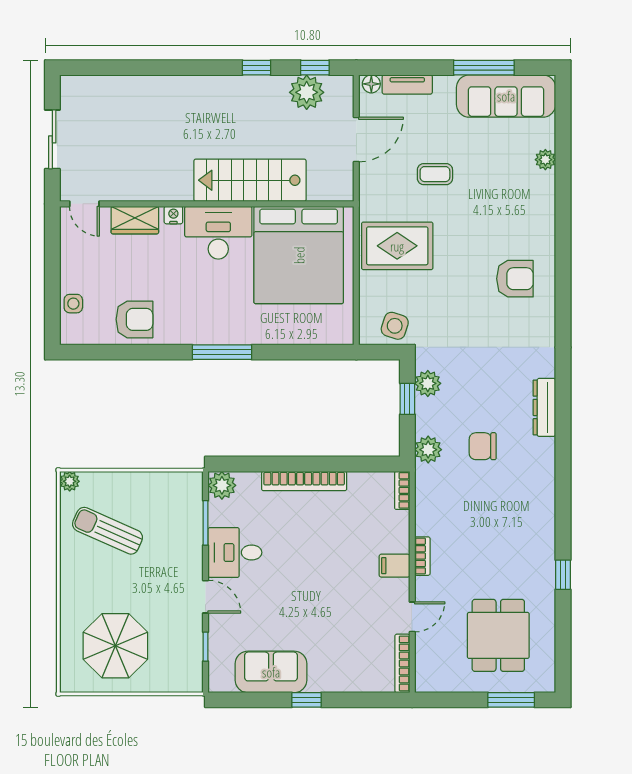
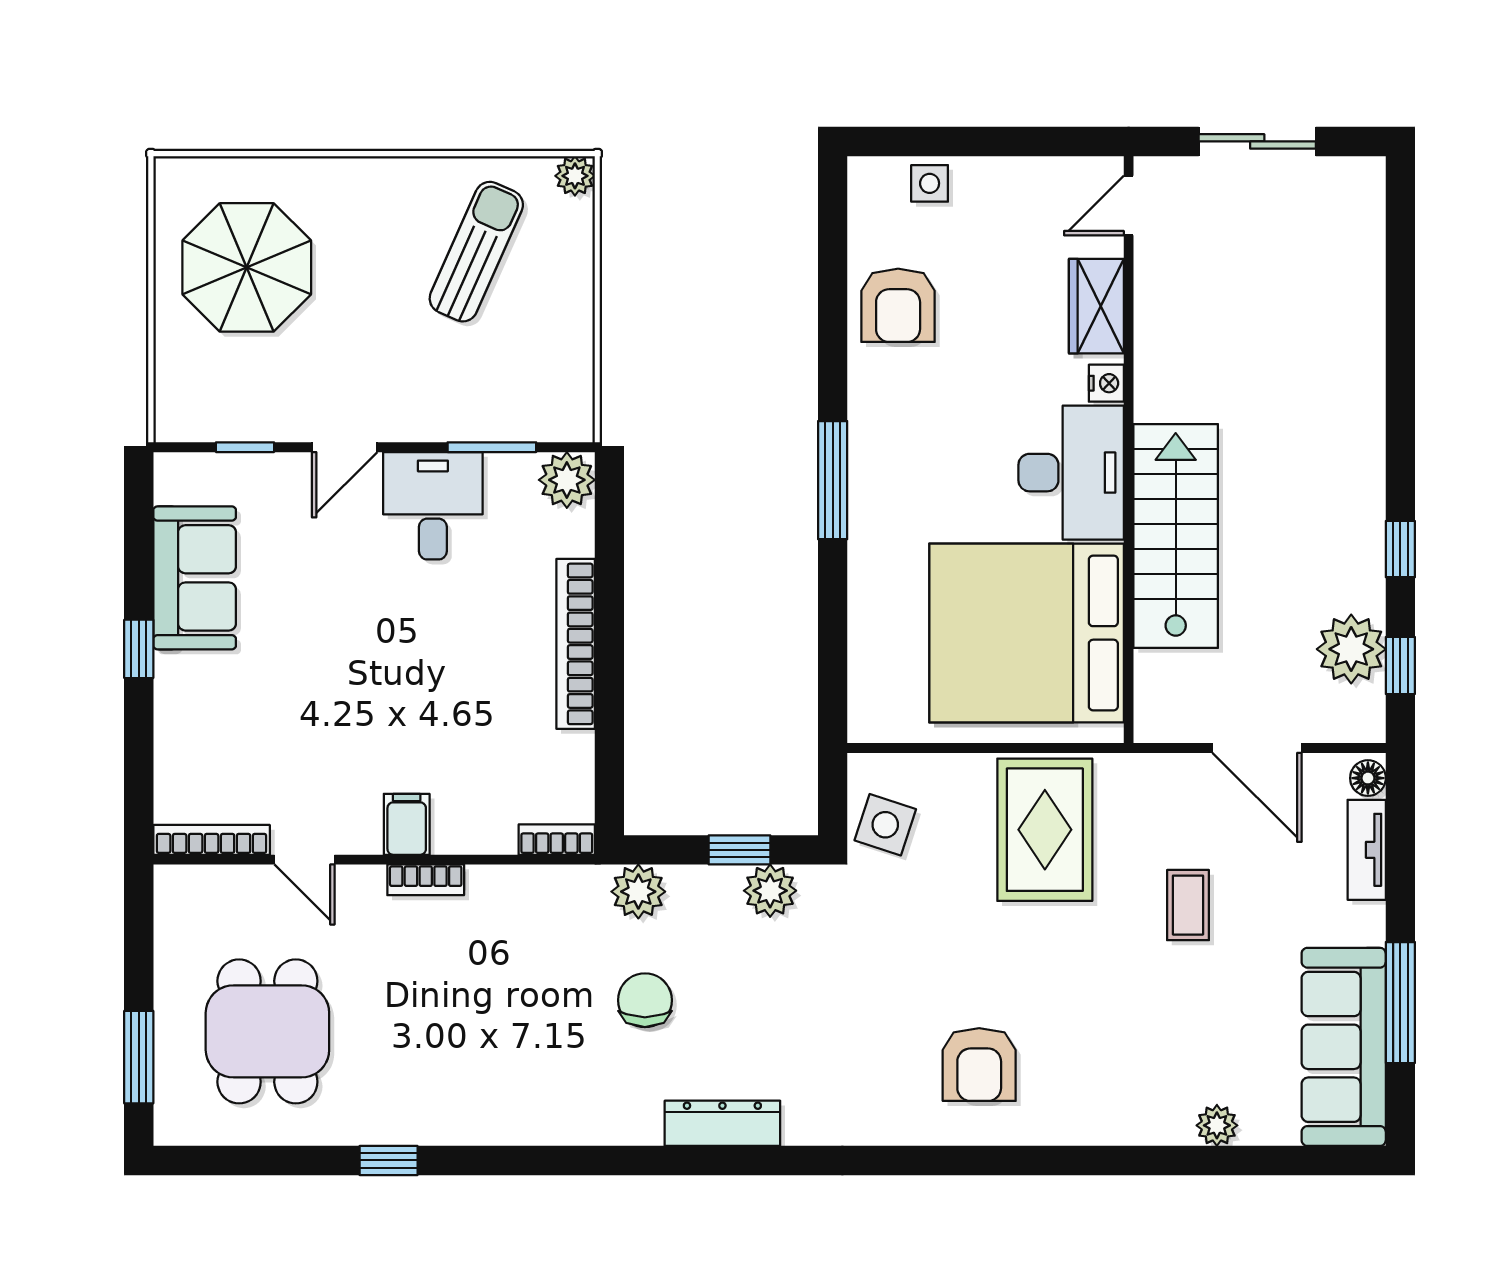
dining table: (498, 635) -> (267, 1031), turned 90

